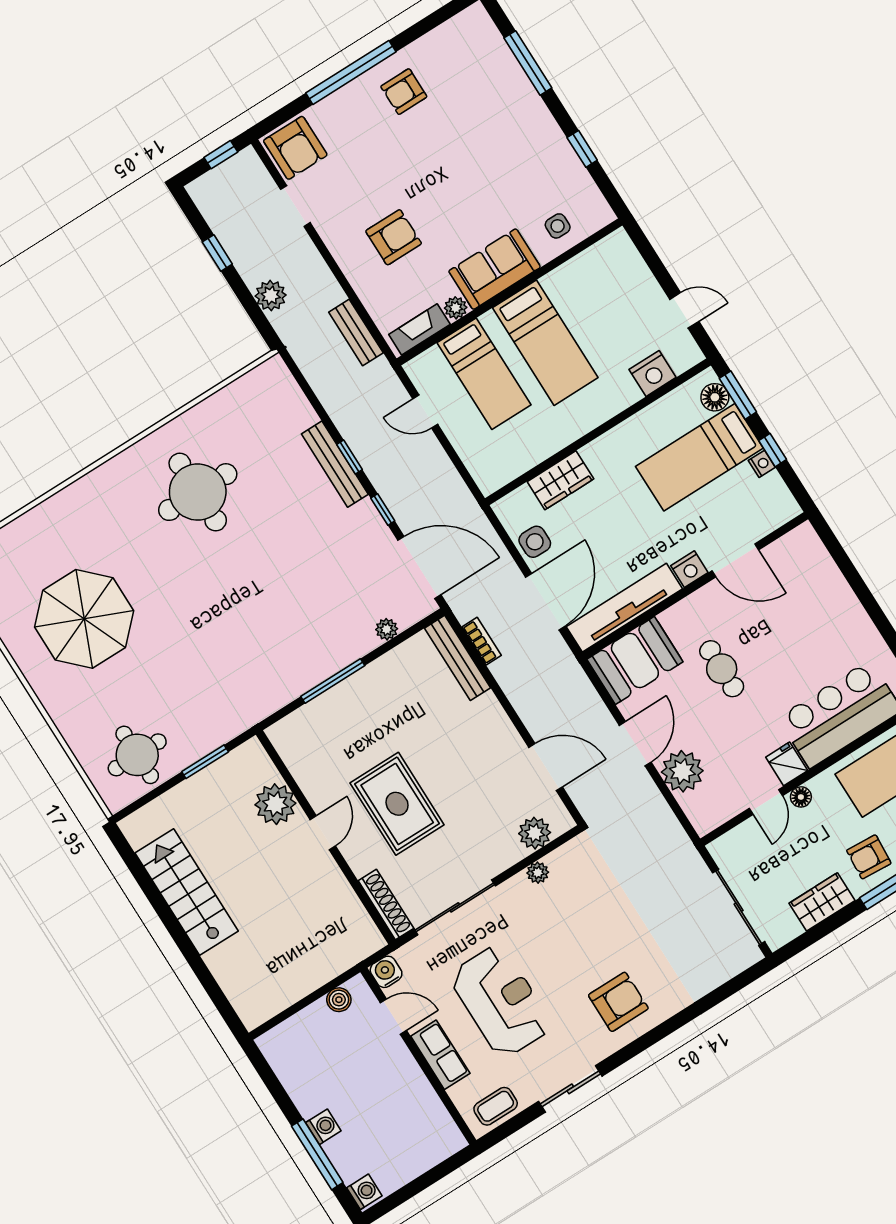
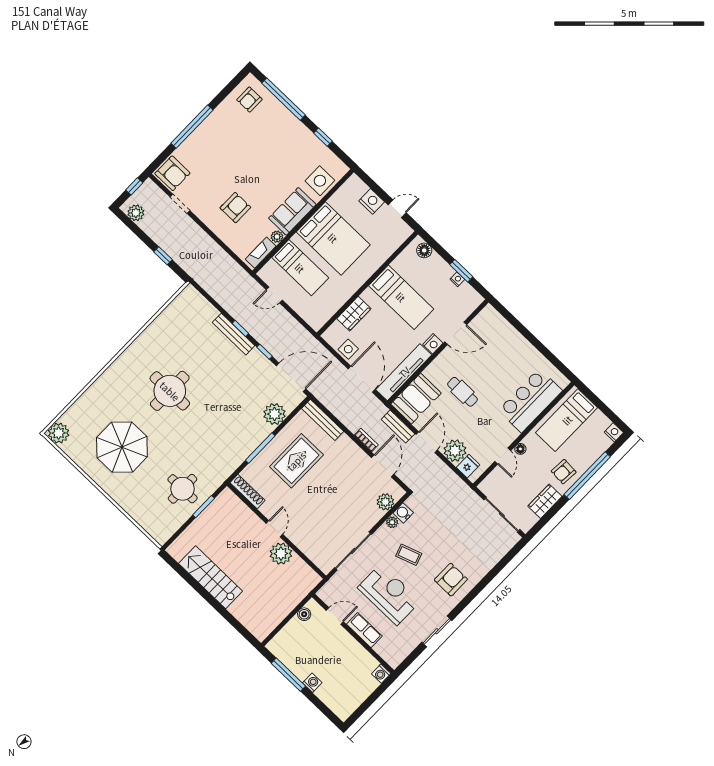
window: (528, 63) -> (283, 99), width x1.46
armchair: (404, 92) -> (249, 100), moved
side table: (558, 226) -> (320, 181), width x1.87, depth x1.87
window: (217, 253) -> (163, 256), moved
plant: (271, 296) -> (136, 213), moved
bench: (356, 332) -> (398, 427), moved
bed: (545, 343) -> (333, 238), width x1.50
nightstand: (653, 373) -> (372, 201), moved, turned -90
window: (738, 395) -> (436, 246), removed
window: (773, 450) -> (461, 271), width x1.50
bed: (699, 457) -> (401, 297), moved, turned -90
round table: (198, 492) -> (170, 391), moved
plant: (387, 629) -> (275, 414), width x1.87, depth x1.87
bookcase: (482, 641) -> (366, 440), moved
round table: (137, 755) -> (183, 489), moved
fridge: (787, 764) -> (468, 466), moved, turned 90
door: (546, 767) -> (383, 466), hinge flipped
plant: (275, 804) -> (281, 554), moved
rug: (397, 804) -> (296, 461), moved, turned 90
shoe rack: (386, 905) -> (247, 492), moved
water cooler: (386, 972) -> (403, 513), moved
coffee table: (496, 1106) -> (409, 555), moved, turned 71
window: (317, 1154) -> (288, 675), moved
washing machine: (364, 1192) -> (381, 674), moved, turned 180

